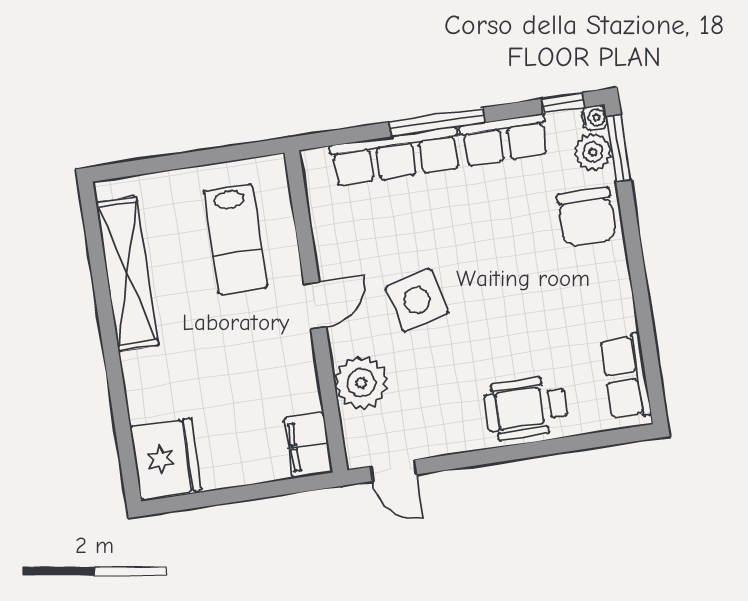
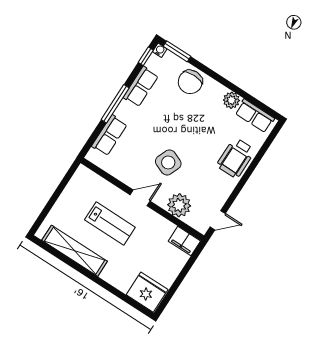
plant: (593, 152) -> (231, 100), moved
row of seats: (396, 157) -> (109, 135), width x0.68
chair: (587, 217) -> (190, 82), turned 90
lab bench: (235, 239) -> (110, 224), moved
side table: (417, 300) -> (168, 162), turned 36
door: (315, 306) -> (140, 198), hinge flipped

